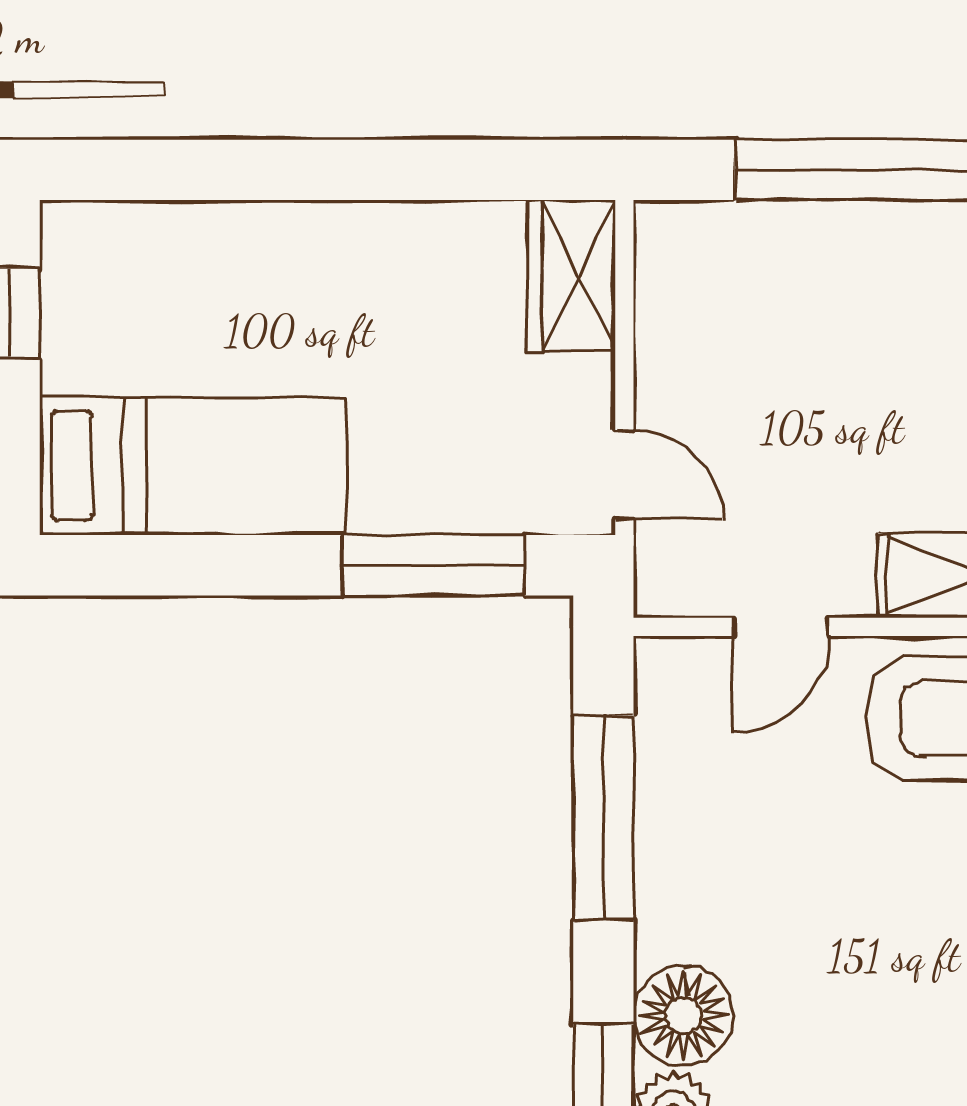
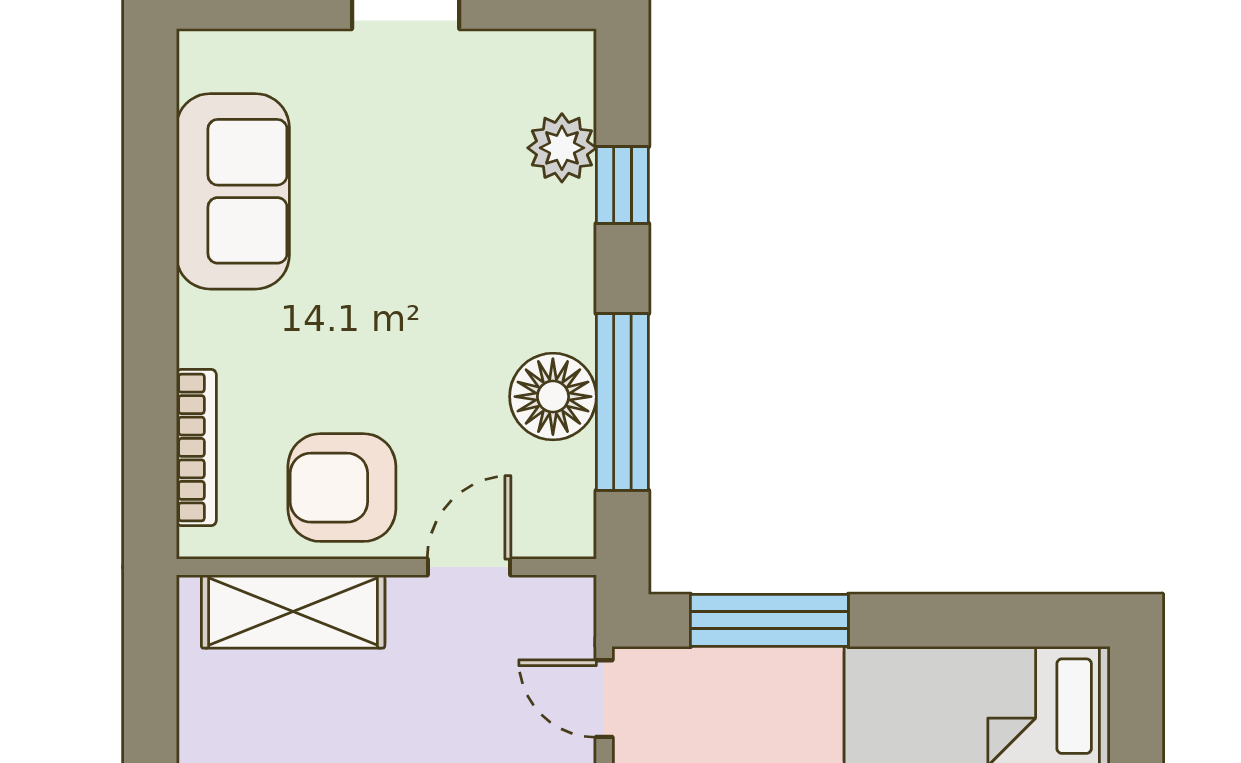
floor lamp: (684, 1016) -> (553, 397), moved

